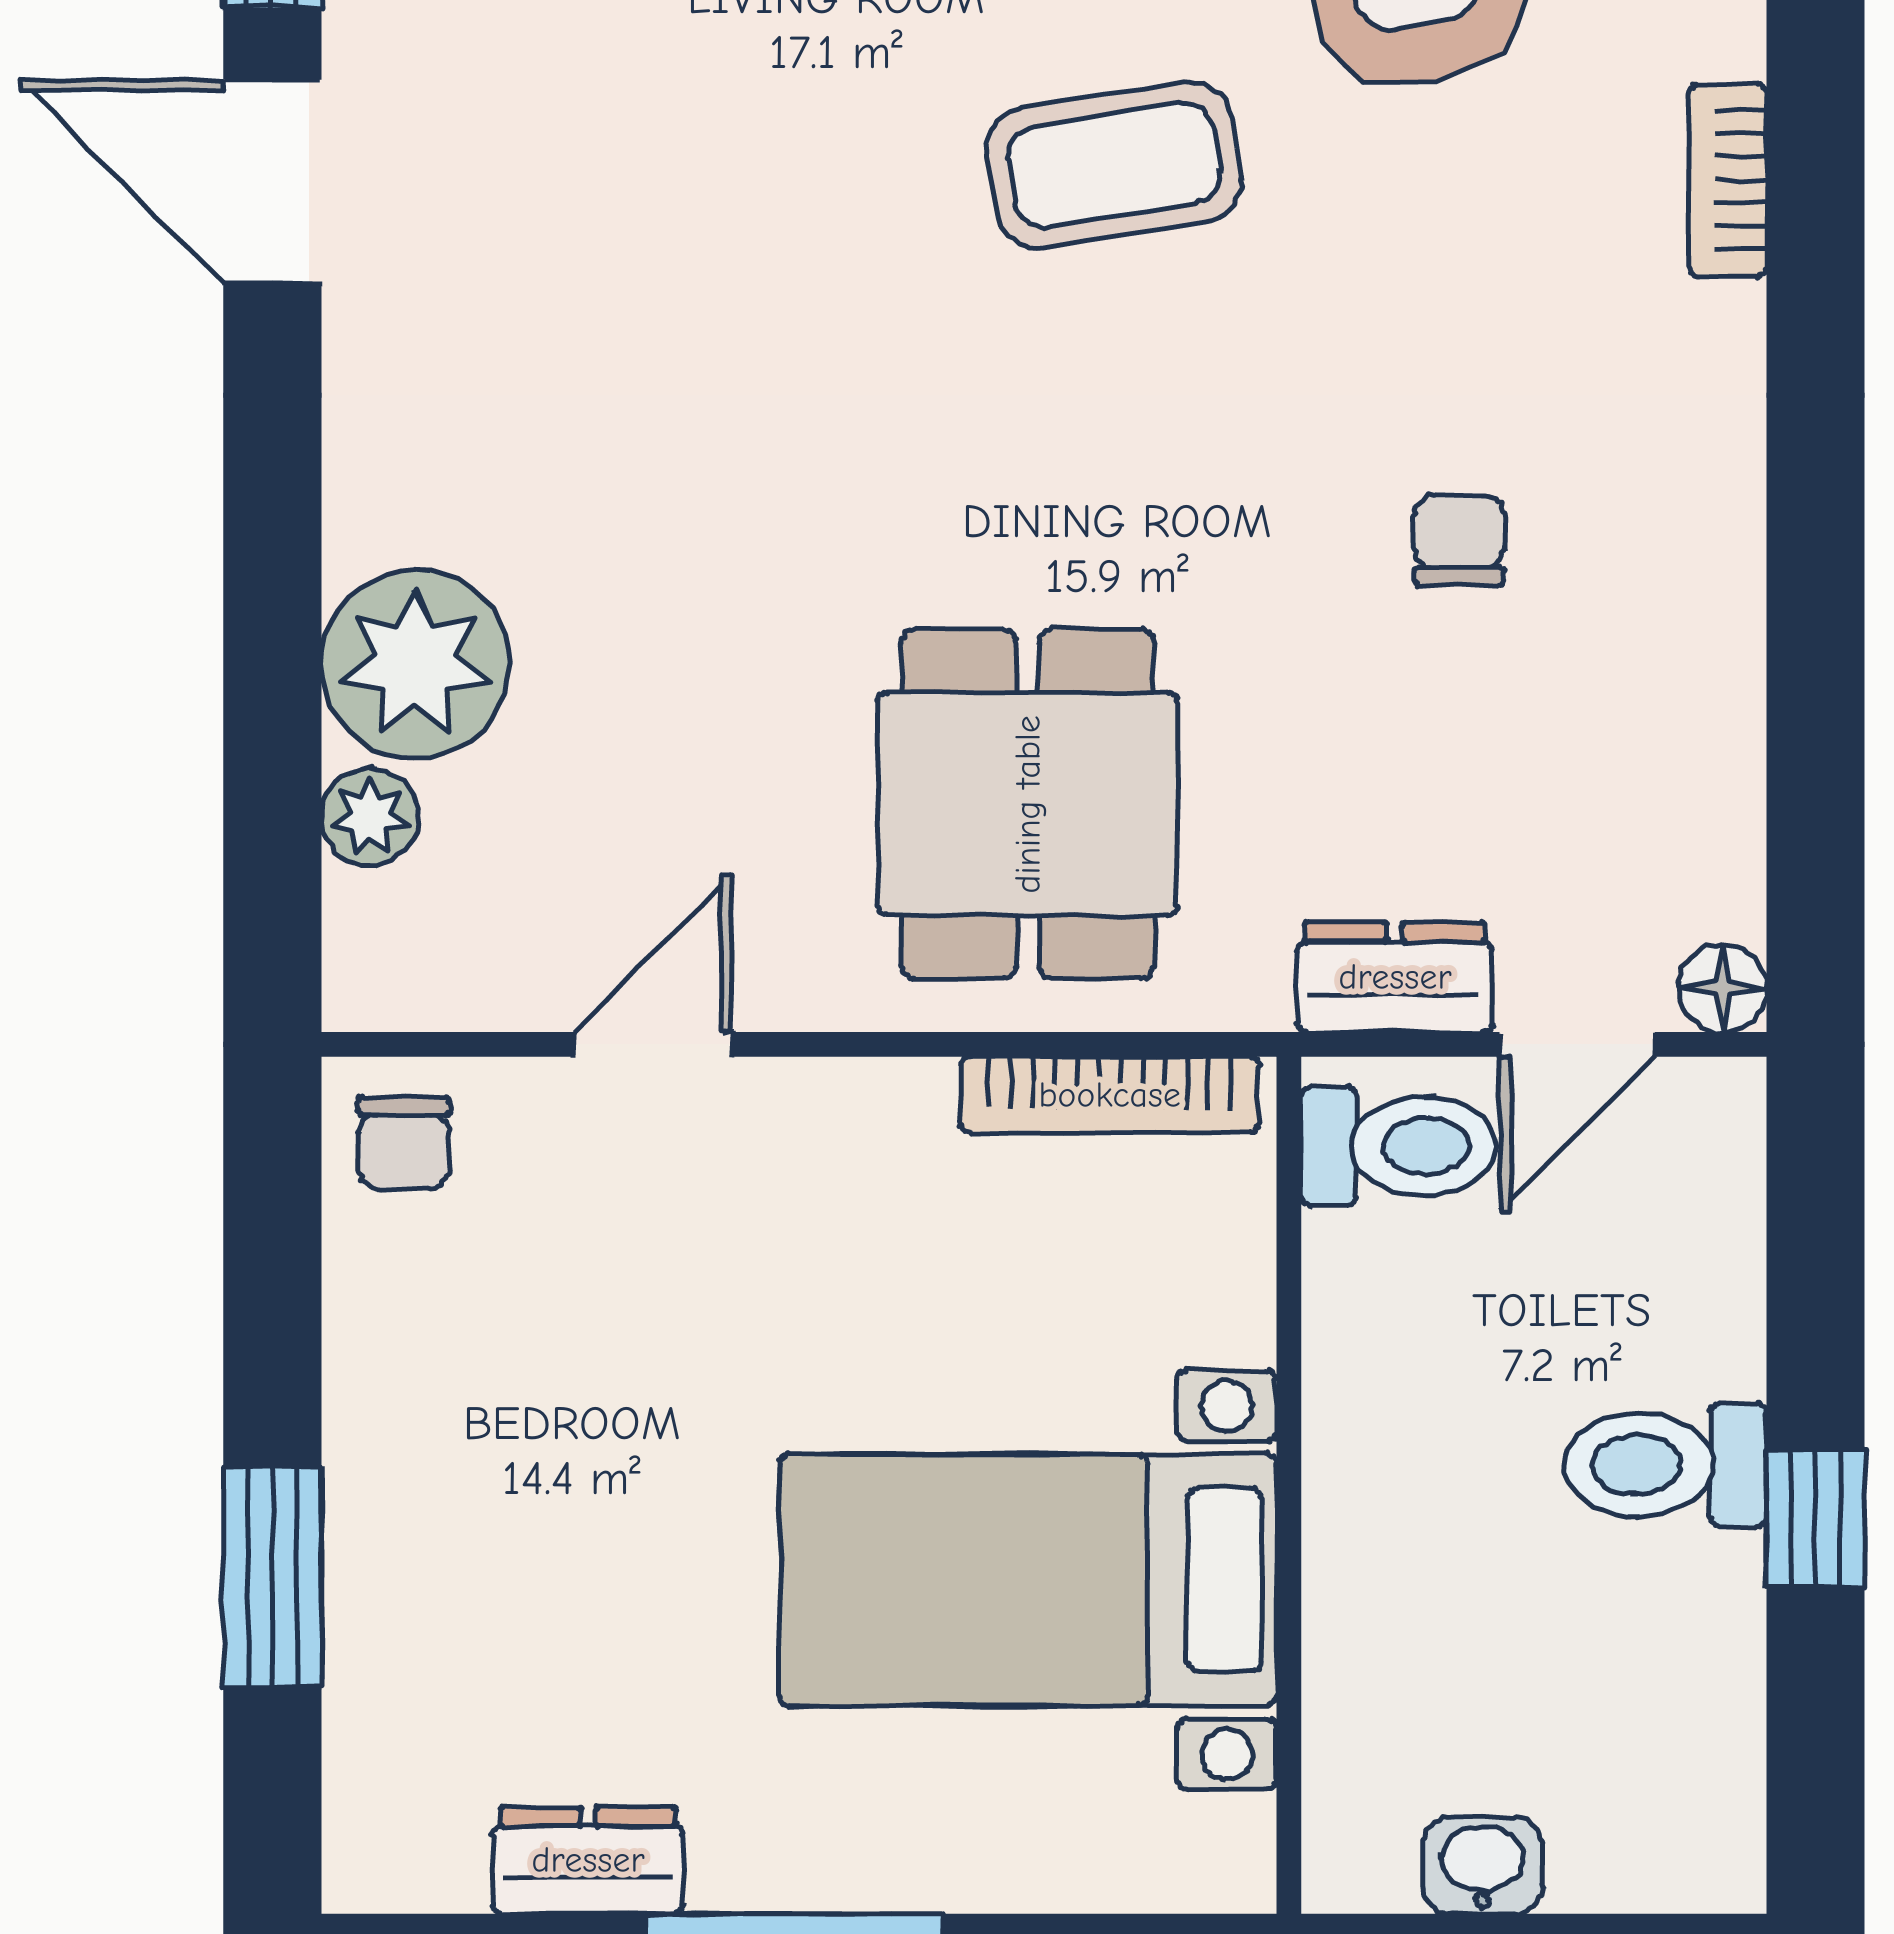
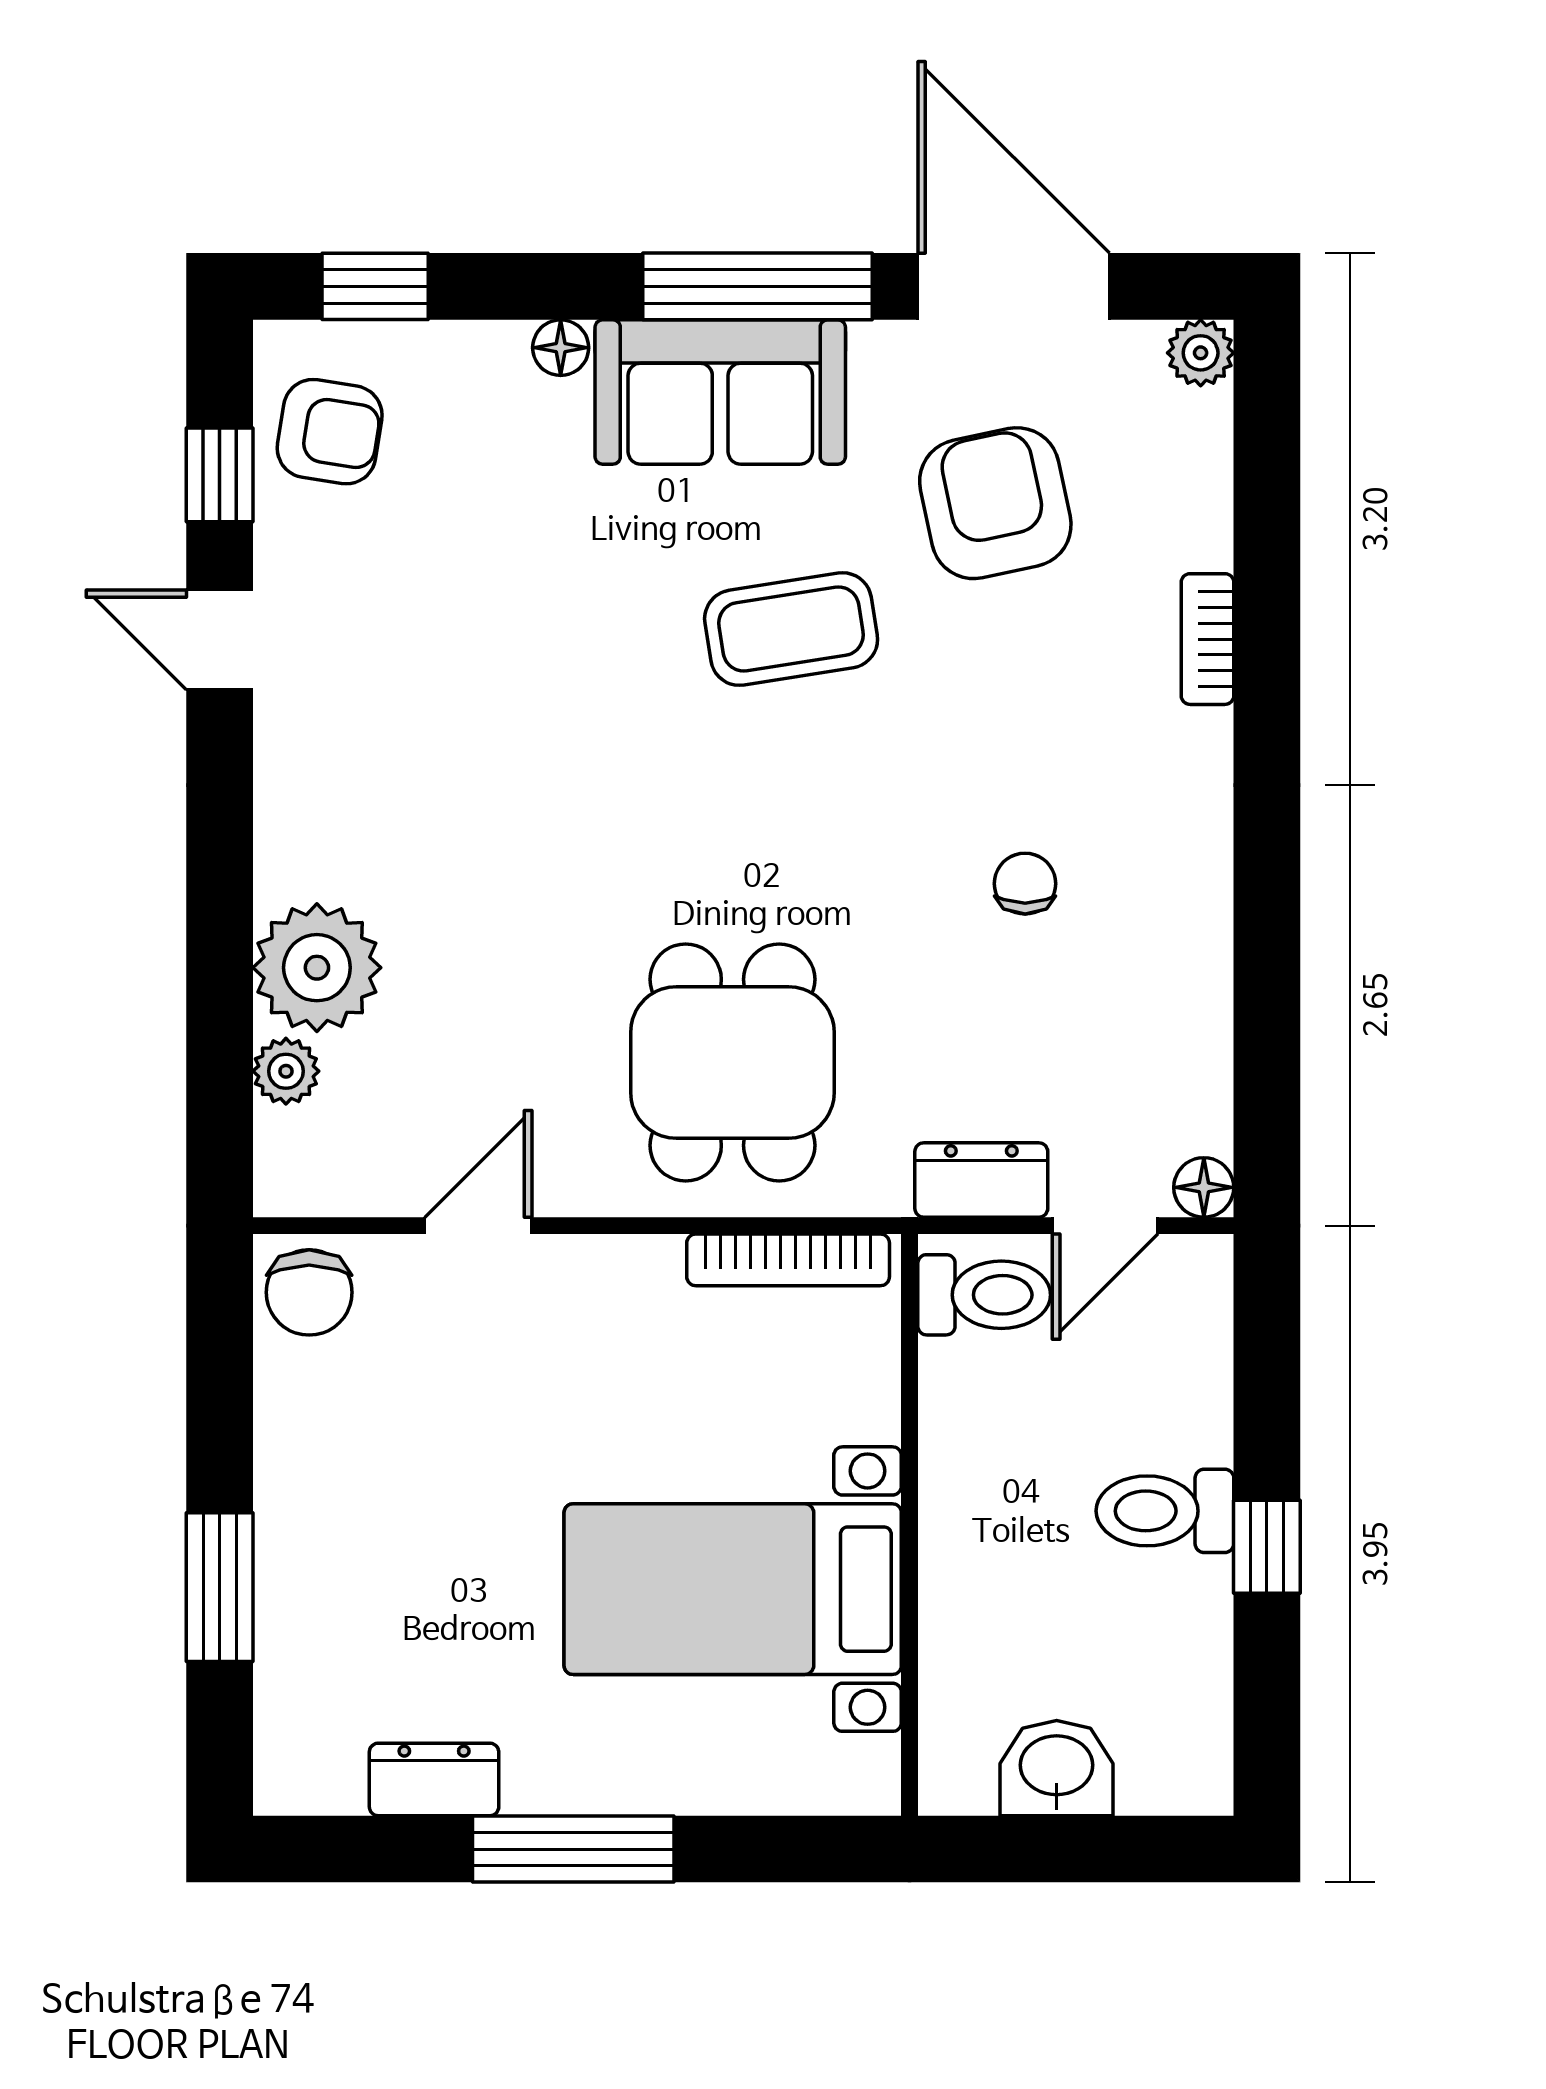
door: (272, 181) -> (220, 640), width x0.73
chair: (404, 1143) -> (309, 1292), width x1.37, depth x1.37
washbasin: (1482, 1865) -> (1057, 1768), width x1.38, depth x1.45

